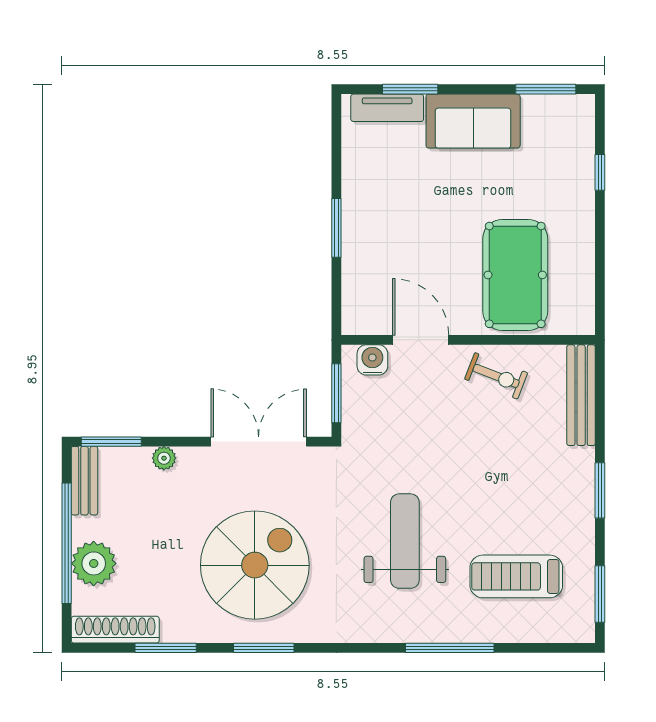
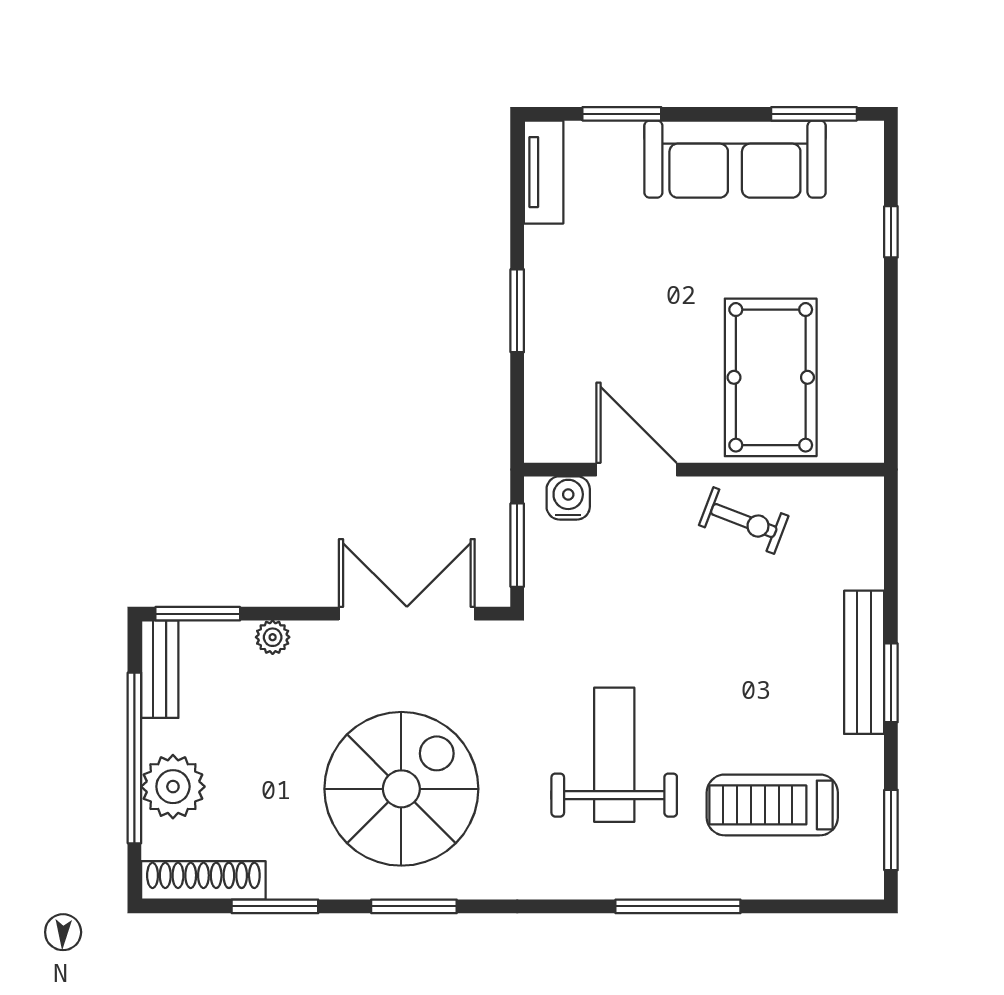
tv unit: (387, 108) -> (544, 172), moved, turned -90
sofa: (473, 121) -> (735, 159), width x1.36
bench: (581, 395) -> (864, 662), moved

